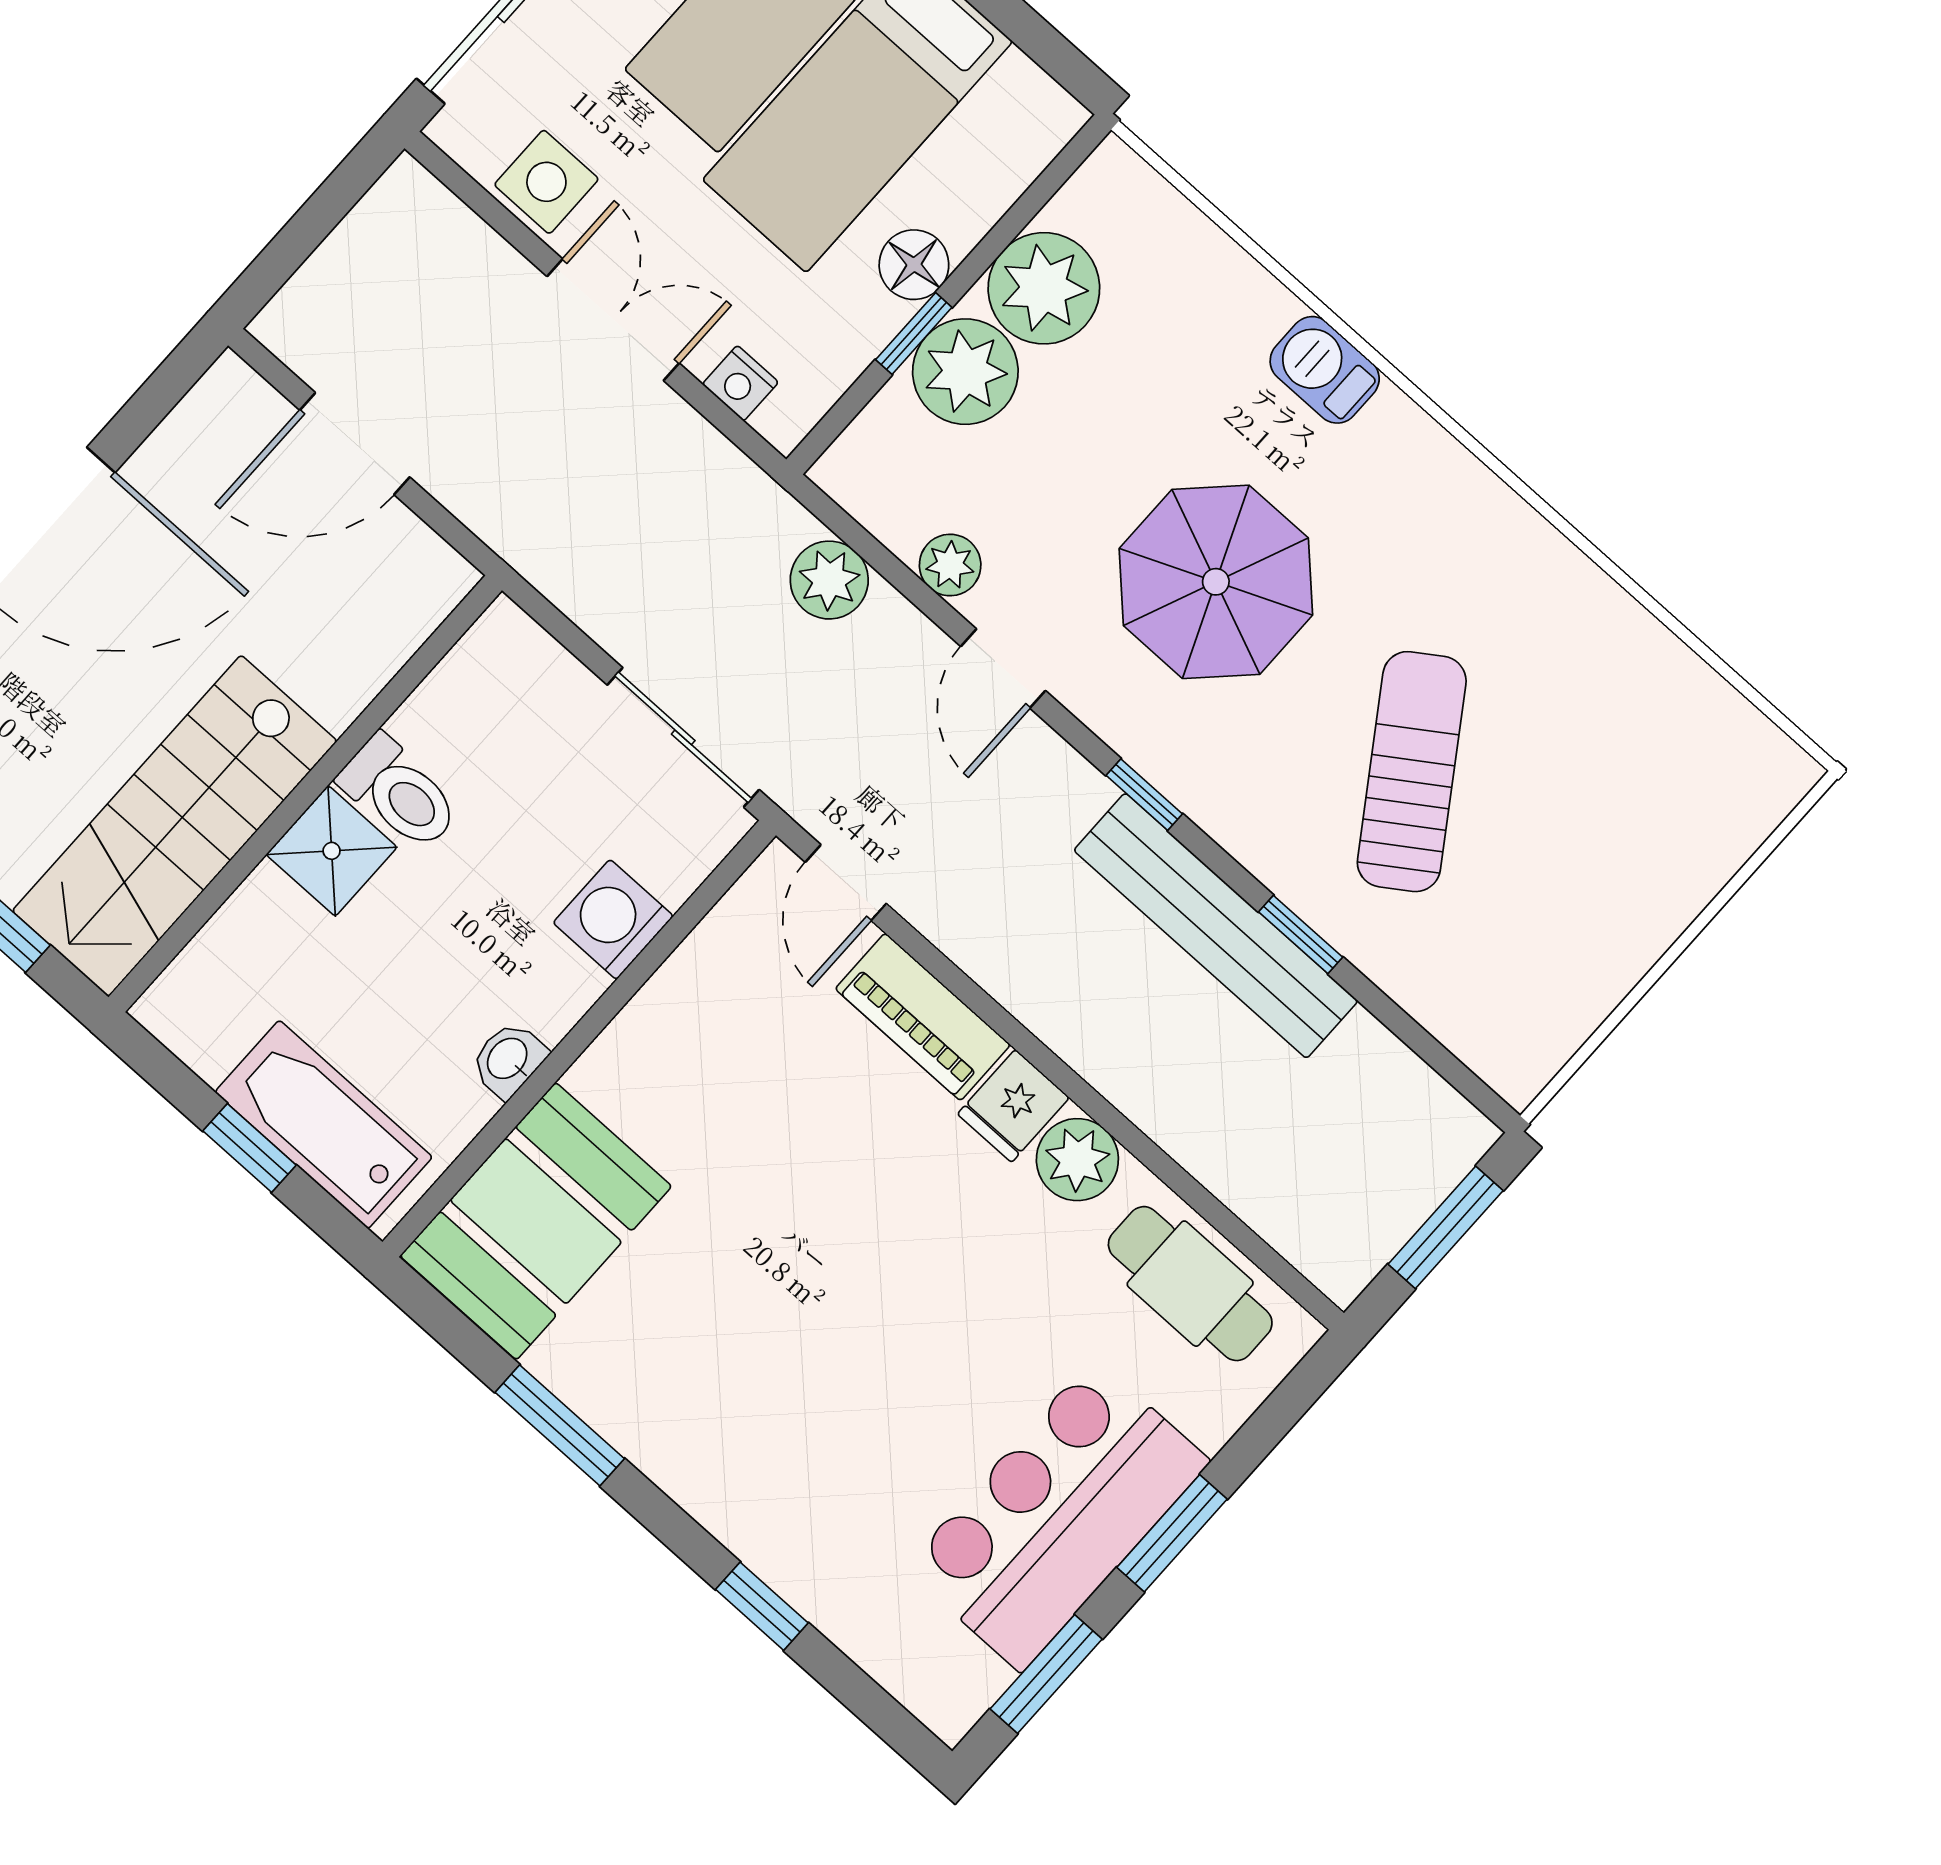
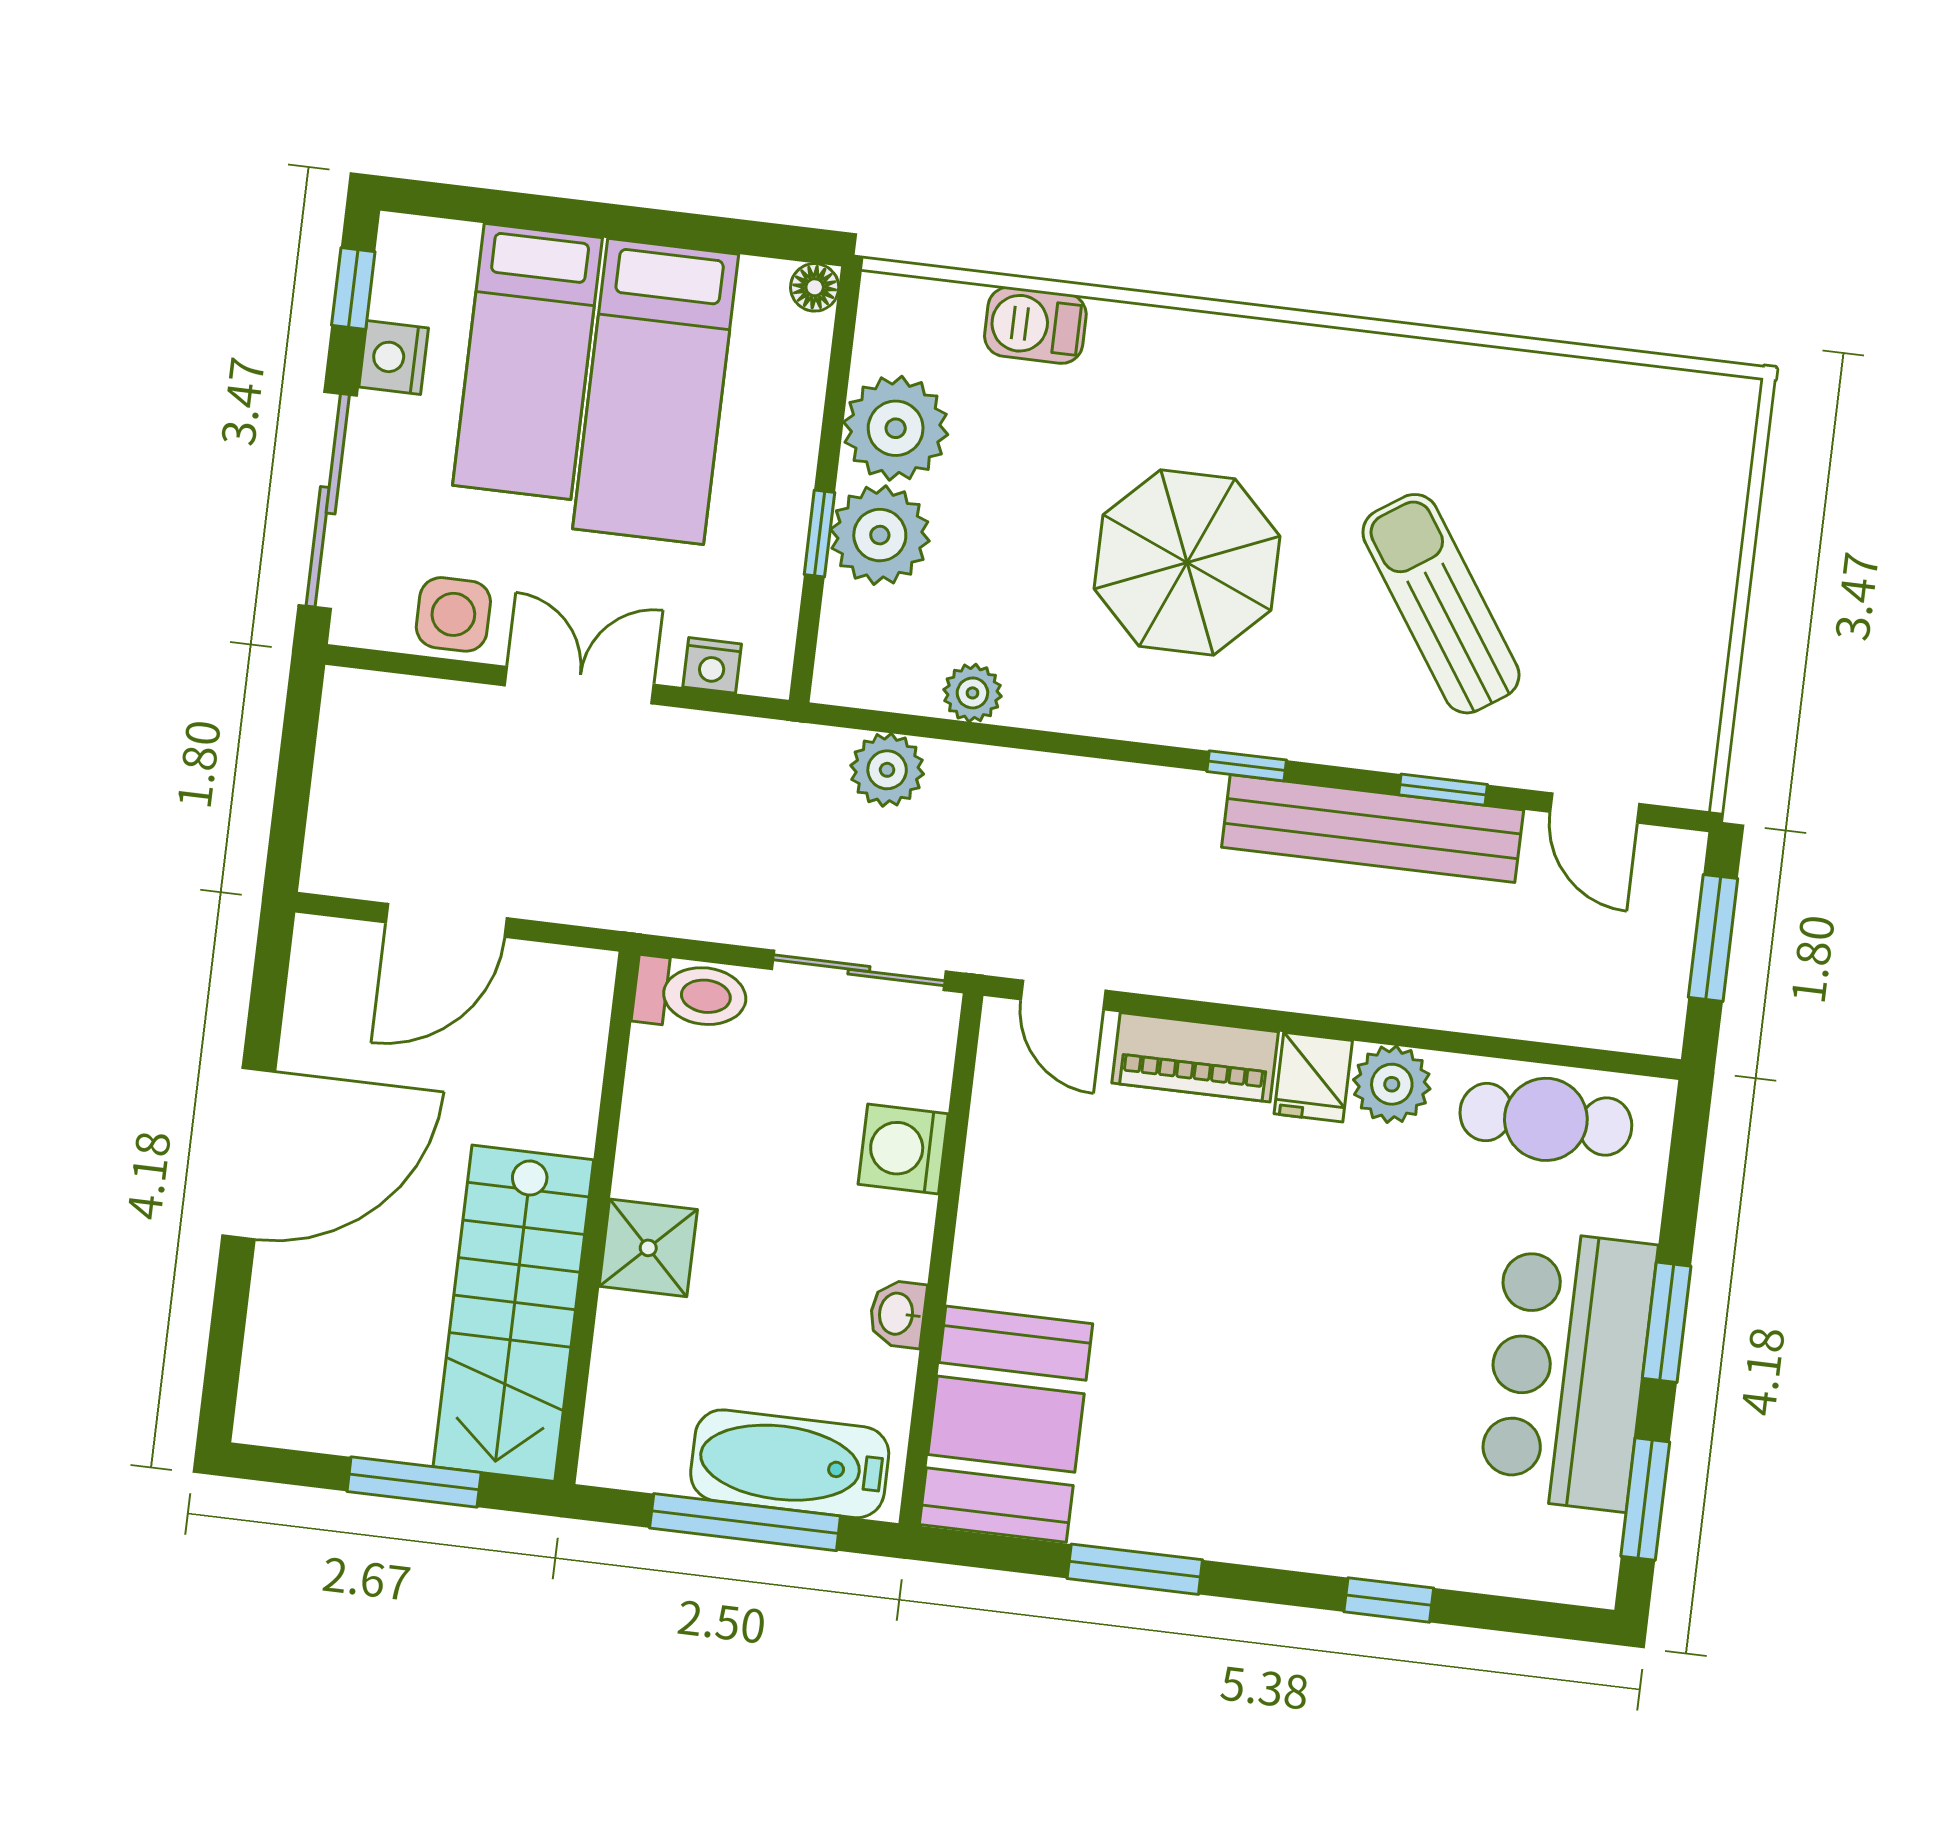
floor lamp: (914, 265) -> (815, 287), moved, width x0.73, depth x0.73
barbecue: (1325, 370) -> (1035, 325), moved
door: (1003, 669) -> (1595, 808), moved
toilet: (400, 793) -> (690, 994), moved
window: (249, 1148) -> (745, 1522), width x2.17

